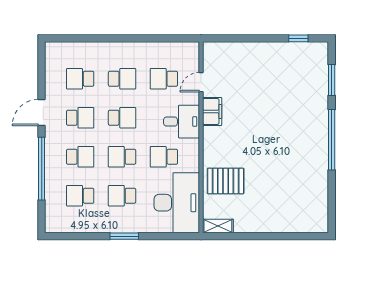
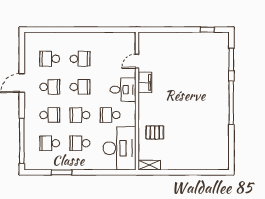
school desk: (164, 79) -> (110, 59), removed
window: (42, 169) -> (22, 141), moved
pallet: (226, 181) -> (155, 133), width x0.67, depth x0.71
window: (124, 236) -> (61, 172), moved

